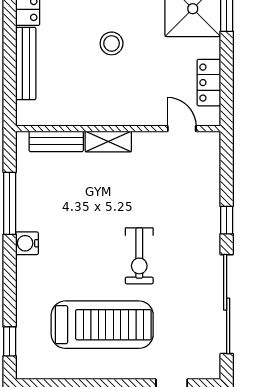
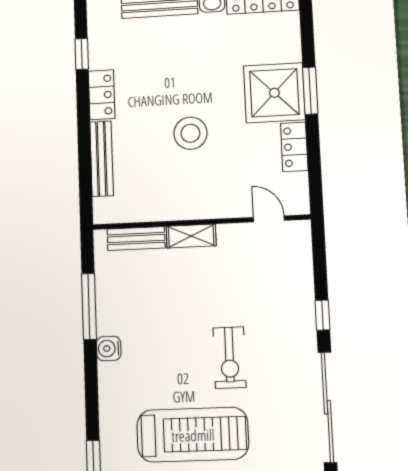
stool: (112, 43) -> (190, 133), width x1.38, depth x1.38
locker: (209, 83) -> (294, 147), moved

